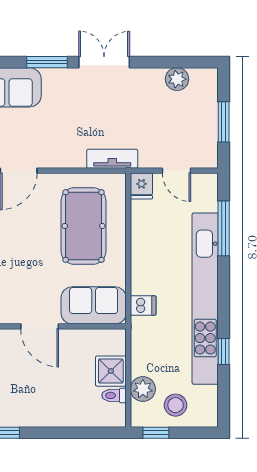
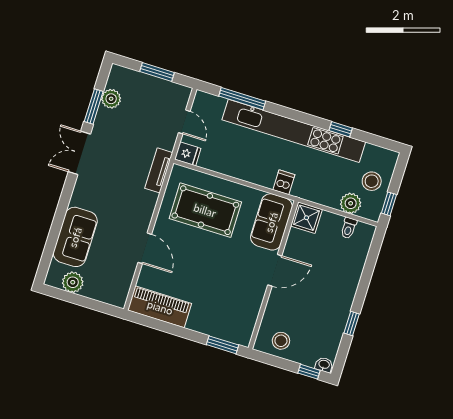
window: (47, 62) -> (94, 106), moved
door: (176, 171) -> (184, 122), hinge flipped
shower: (111, 371) -> (306, 218), moved

